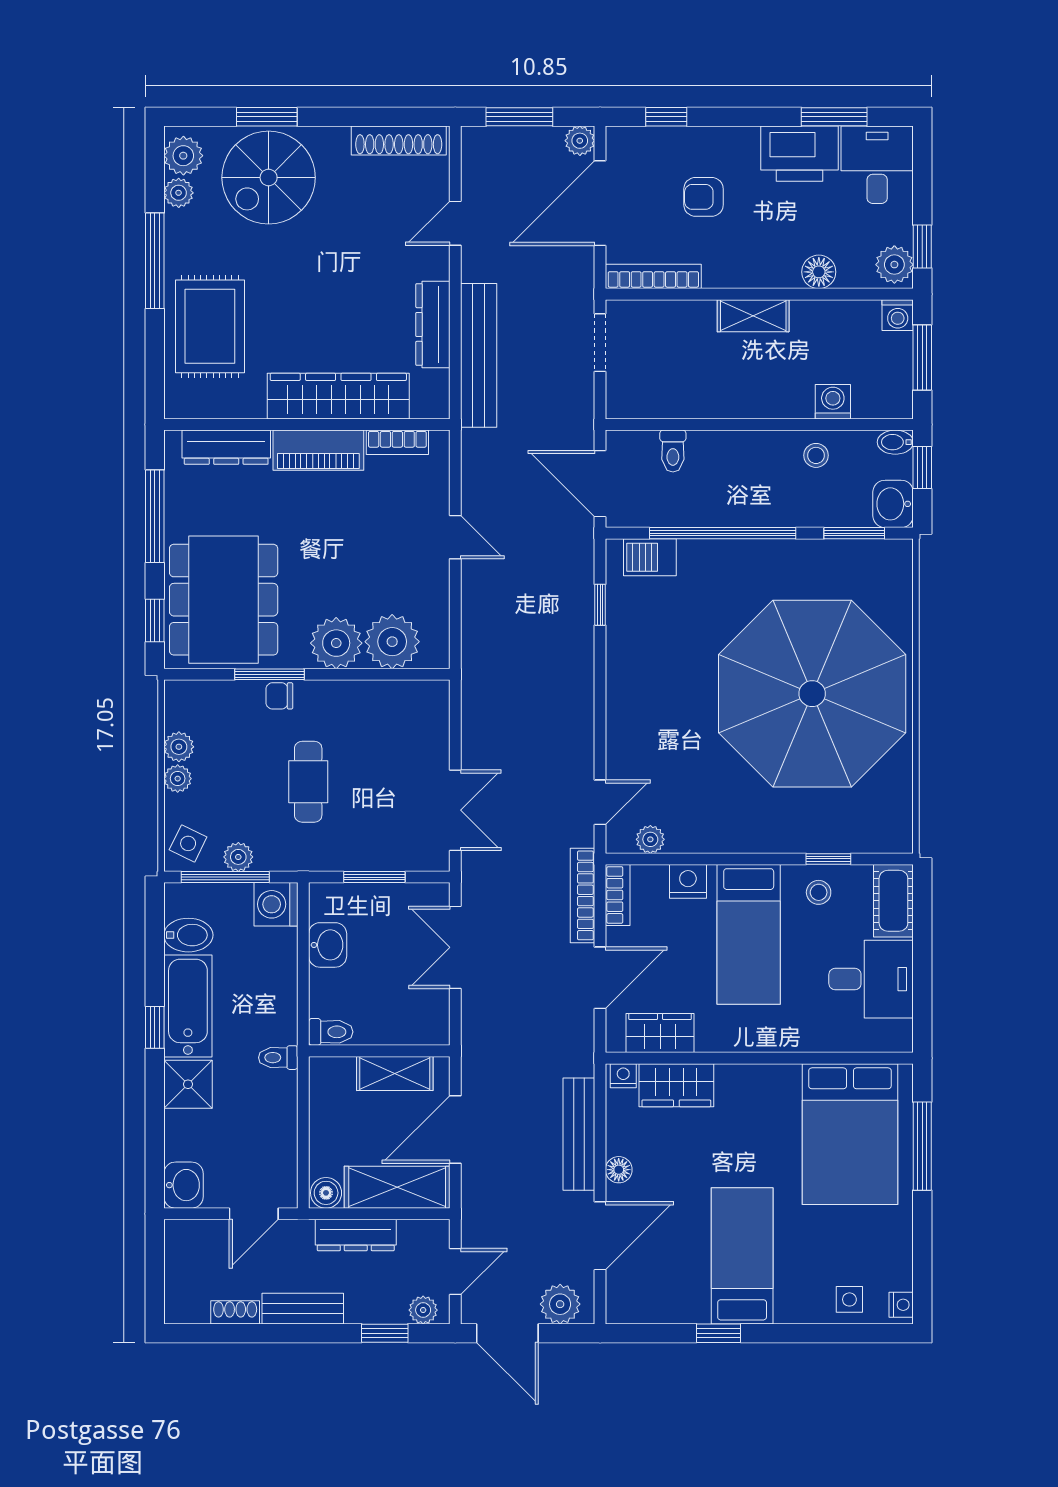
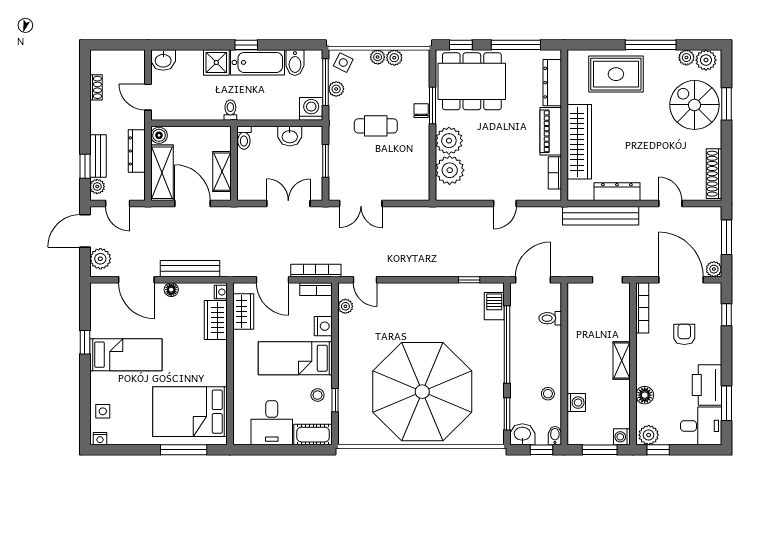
bench: (303, 1309) -> (98, 156), moved

